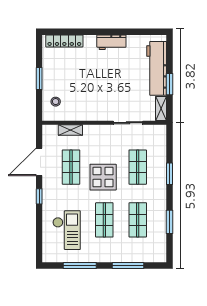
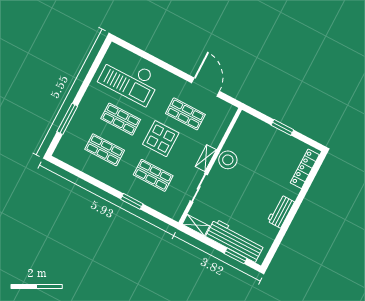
window: (170, 84) -> (236, 256), moved
stool: (56, 102) -> (228, 160), moved, width x1.89, depth x1.89
shelving: (70, 130) -> (206, 158), moved
window: (39, 196) -> (174, 70), removed
window: (170, 222) -> (87, 178), removed
checkout: (67, 230) -> (130, 79), width x1.36, depth x1.21
window: (80, 265) -> (91, 75), removed

